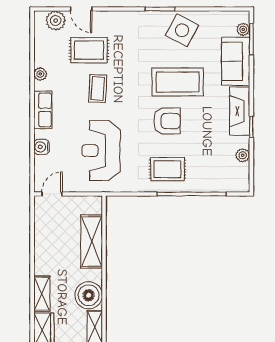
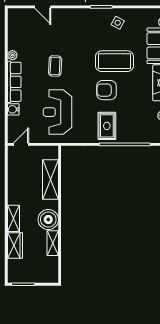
plant: (56, 20) -> (24, 15), removed
side table: (182, 30) -> (118, 23), width x0.54, depth x0.54
rug: (89, 50) -> (49, 38), removed
row of seats: (43, 110) -> (14, 82), width x1.48
armchair: (167, 121) -> (106, 90), turned 180
rug: (167, 169) -> (107, 126), turned 90

